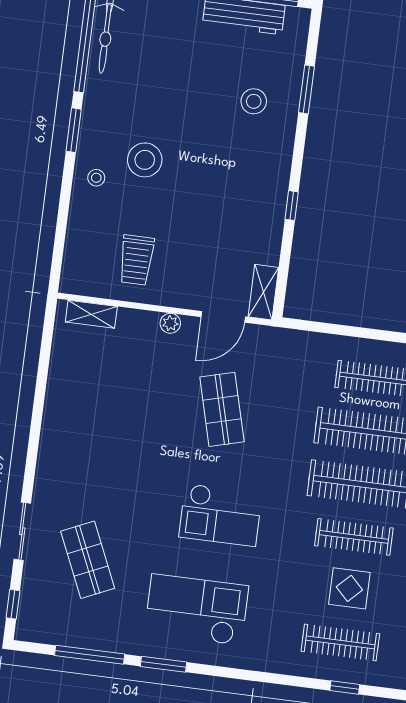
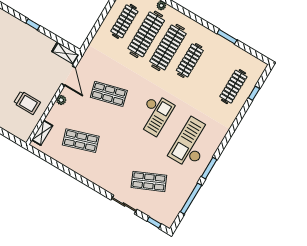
shop shelf: (109, 395) -> (81, 141), added
display table: (349, 588) -> (211, 72), removed

